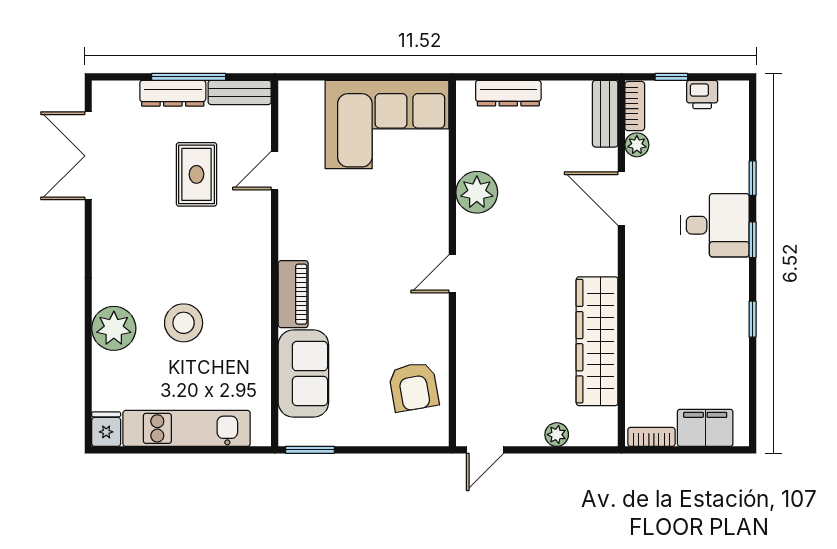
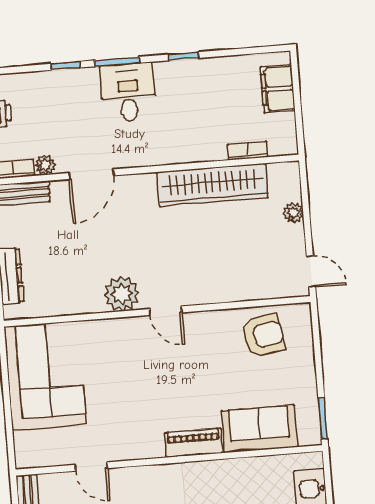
plant: (477, 192) -> (122, 294), moved
desk: (715, 225) -> (128, 92), moved
window: (753, 240) -> (117, 62), width x1.50
bookcase: (651, 437) -> (248, 151), moved, turned 90

